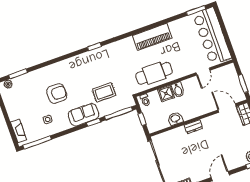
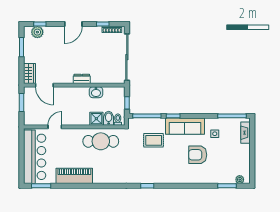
piano: (152, 37) -> (74, 176), moved
bidet: (178, 90) -> (109, 118), moved
sofa: (84, 115) -> (185, 126), width x1.36

